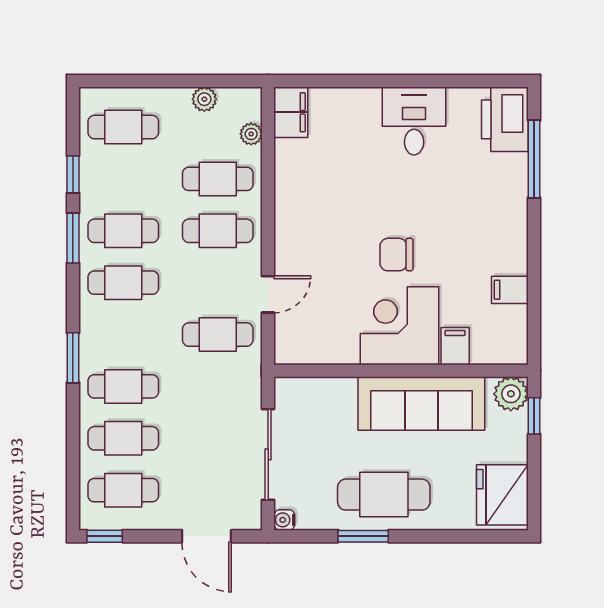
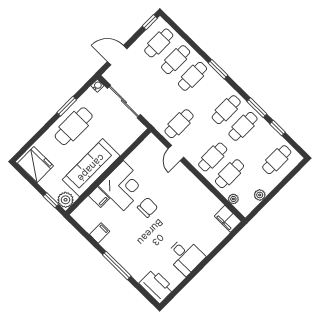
window: (534, 159) -> (117, 265), moved

